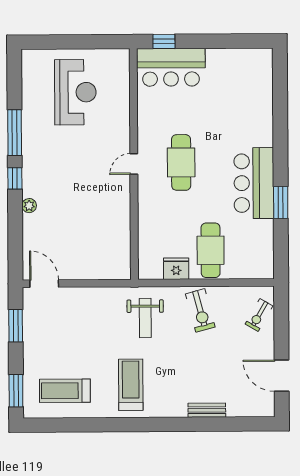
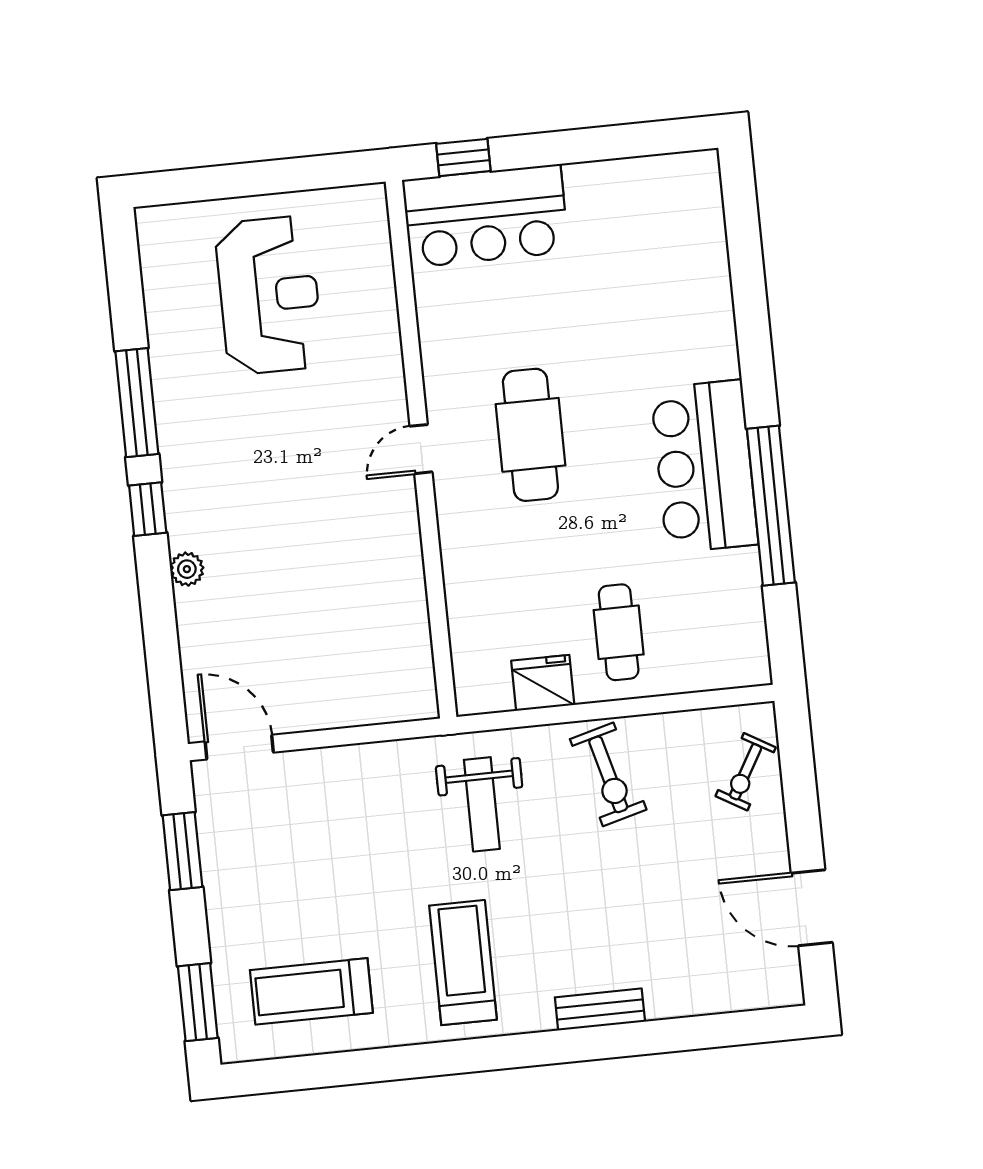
window: (281, 203) -> (771, 506), width x2.11
cafe table: (211, 250) -> (619, 632), width x0.73, depth x0.74
bench: (207, 410) -> (600, 1009), moved

